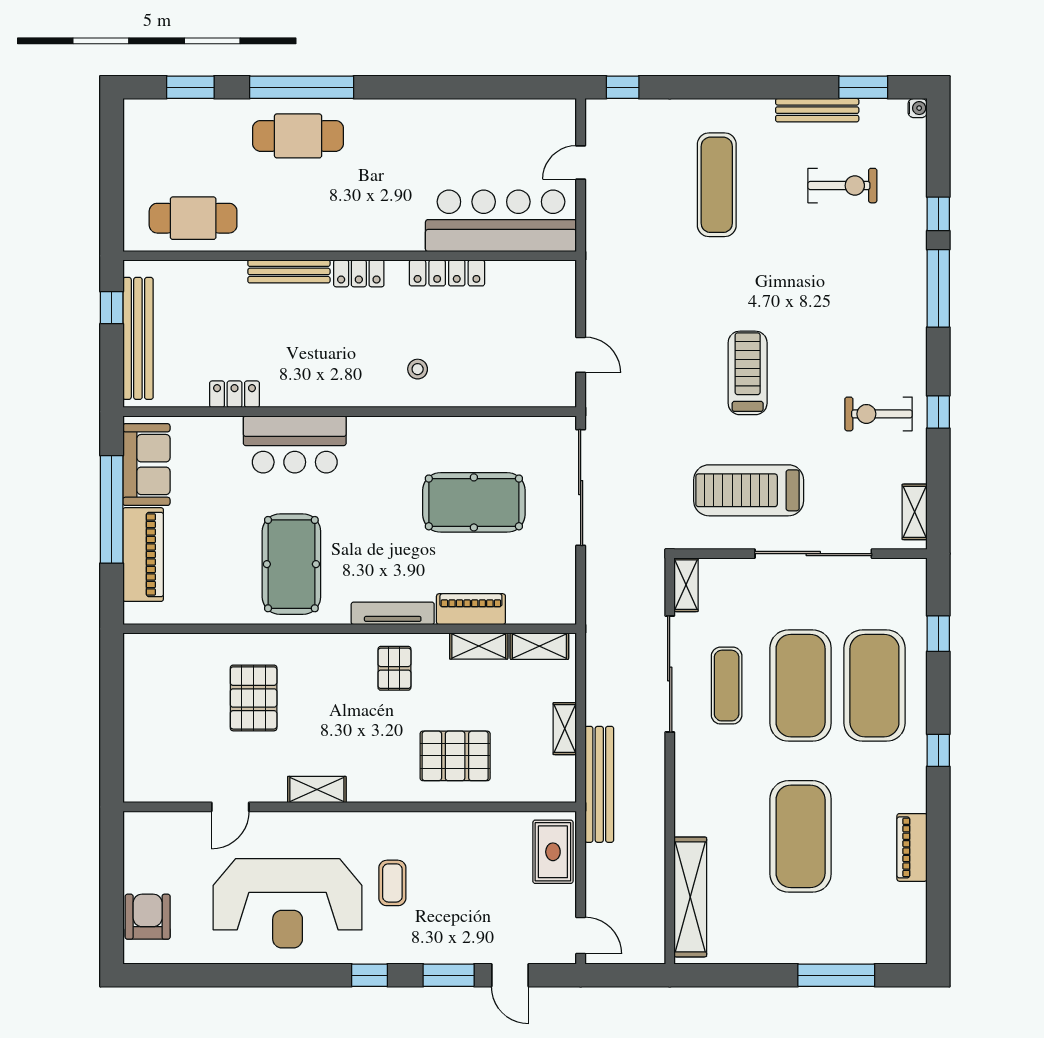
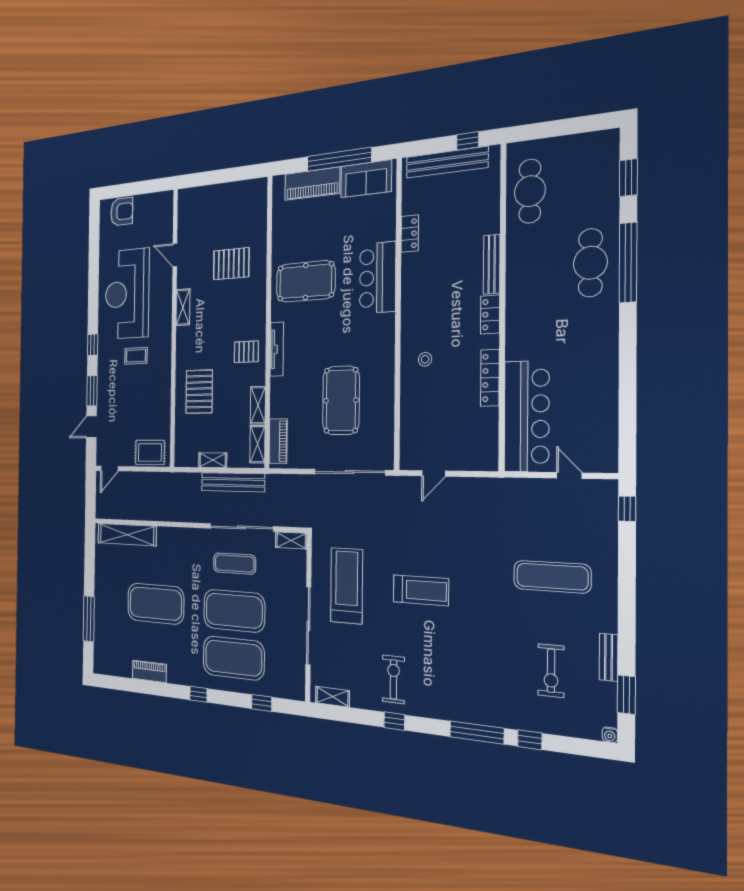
bench: (817, 110) -> (609, 657), width x0.73
piano: (471, 609) -> (278, 441), moved
bench: (599, 784) -> (233, 482), moved

